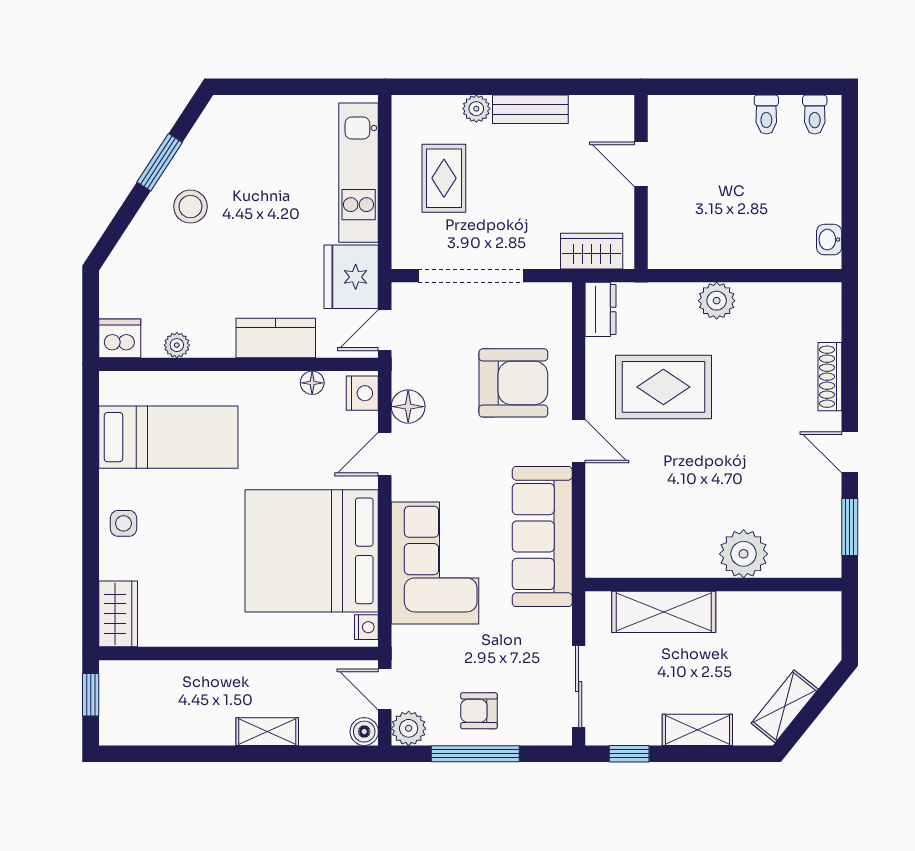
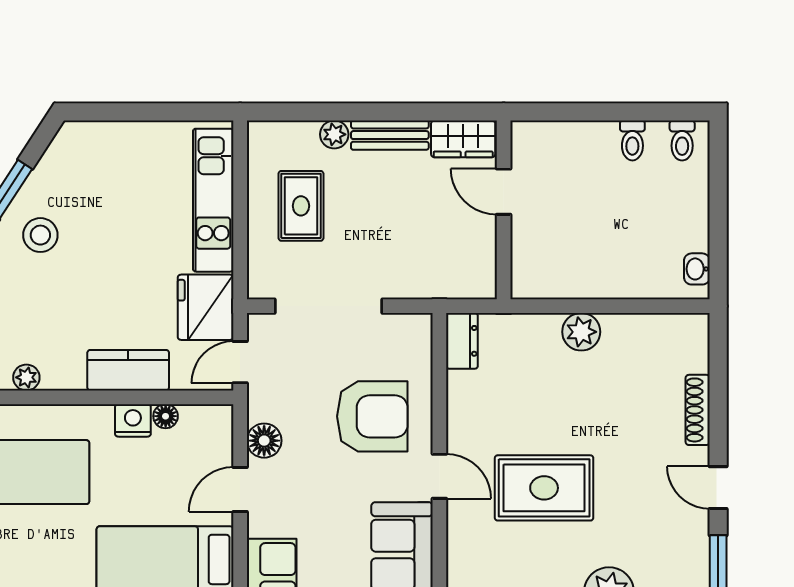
wardrobe: (592, 251) -> (463, 139), moved, turned 180
rug: (663, 387) -> (544, 488), moved
nightstand: (362, 393) -> (133, 420), moved, turned -90

